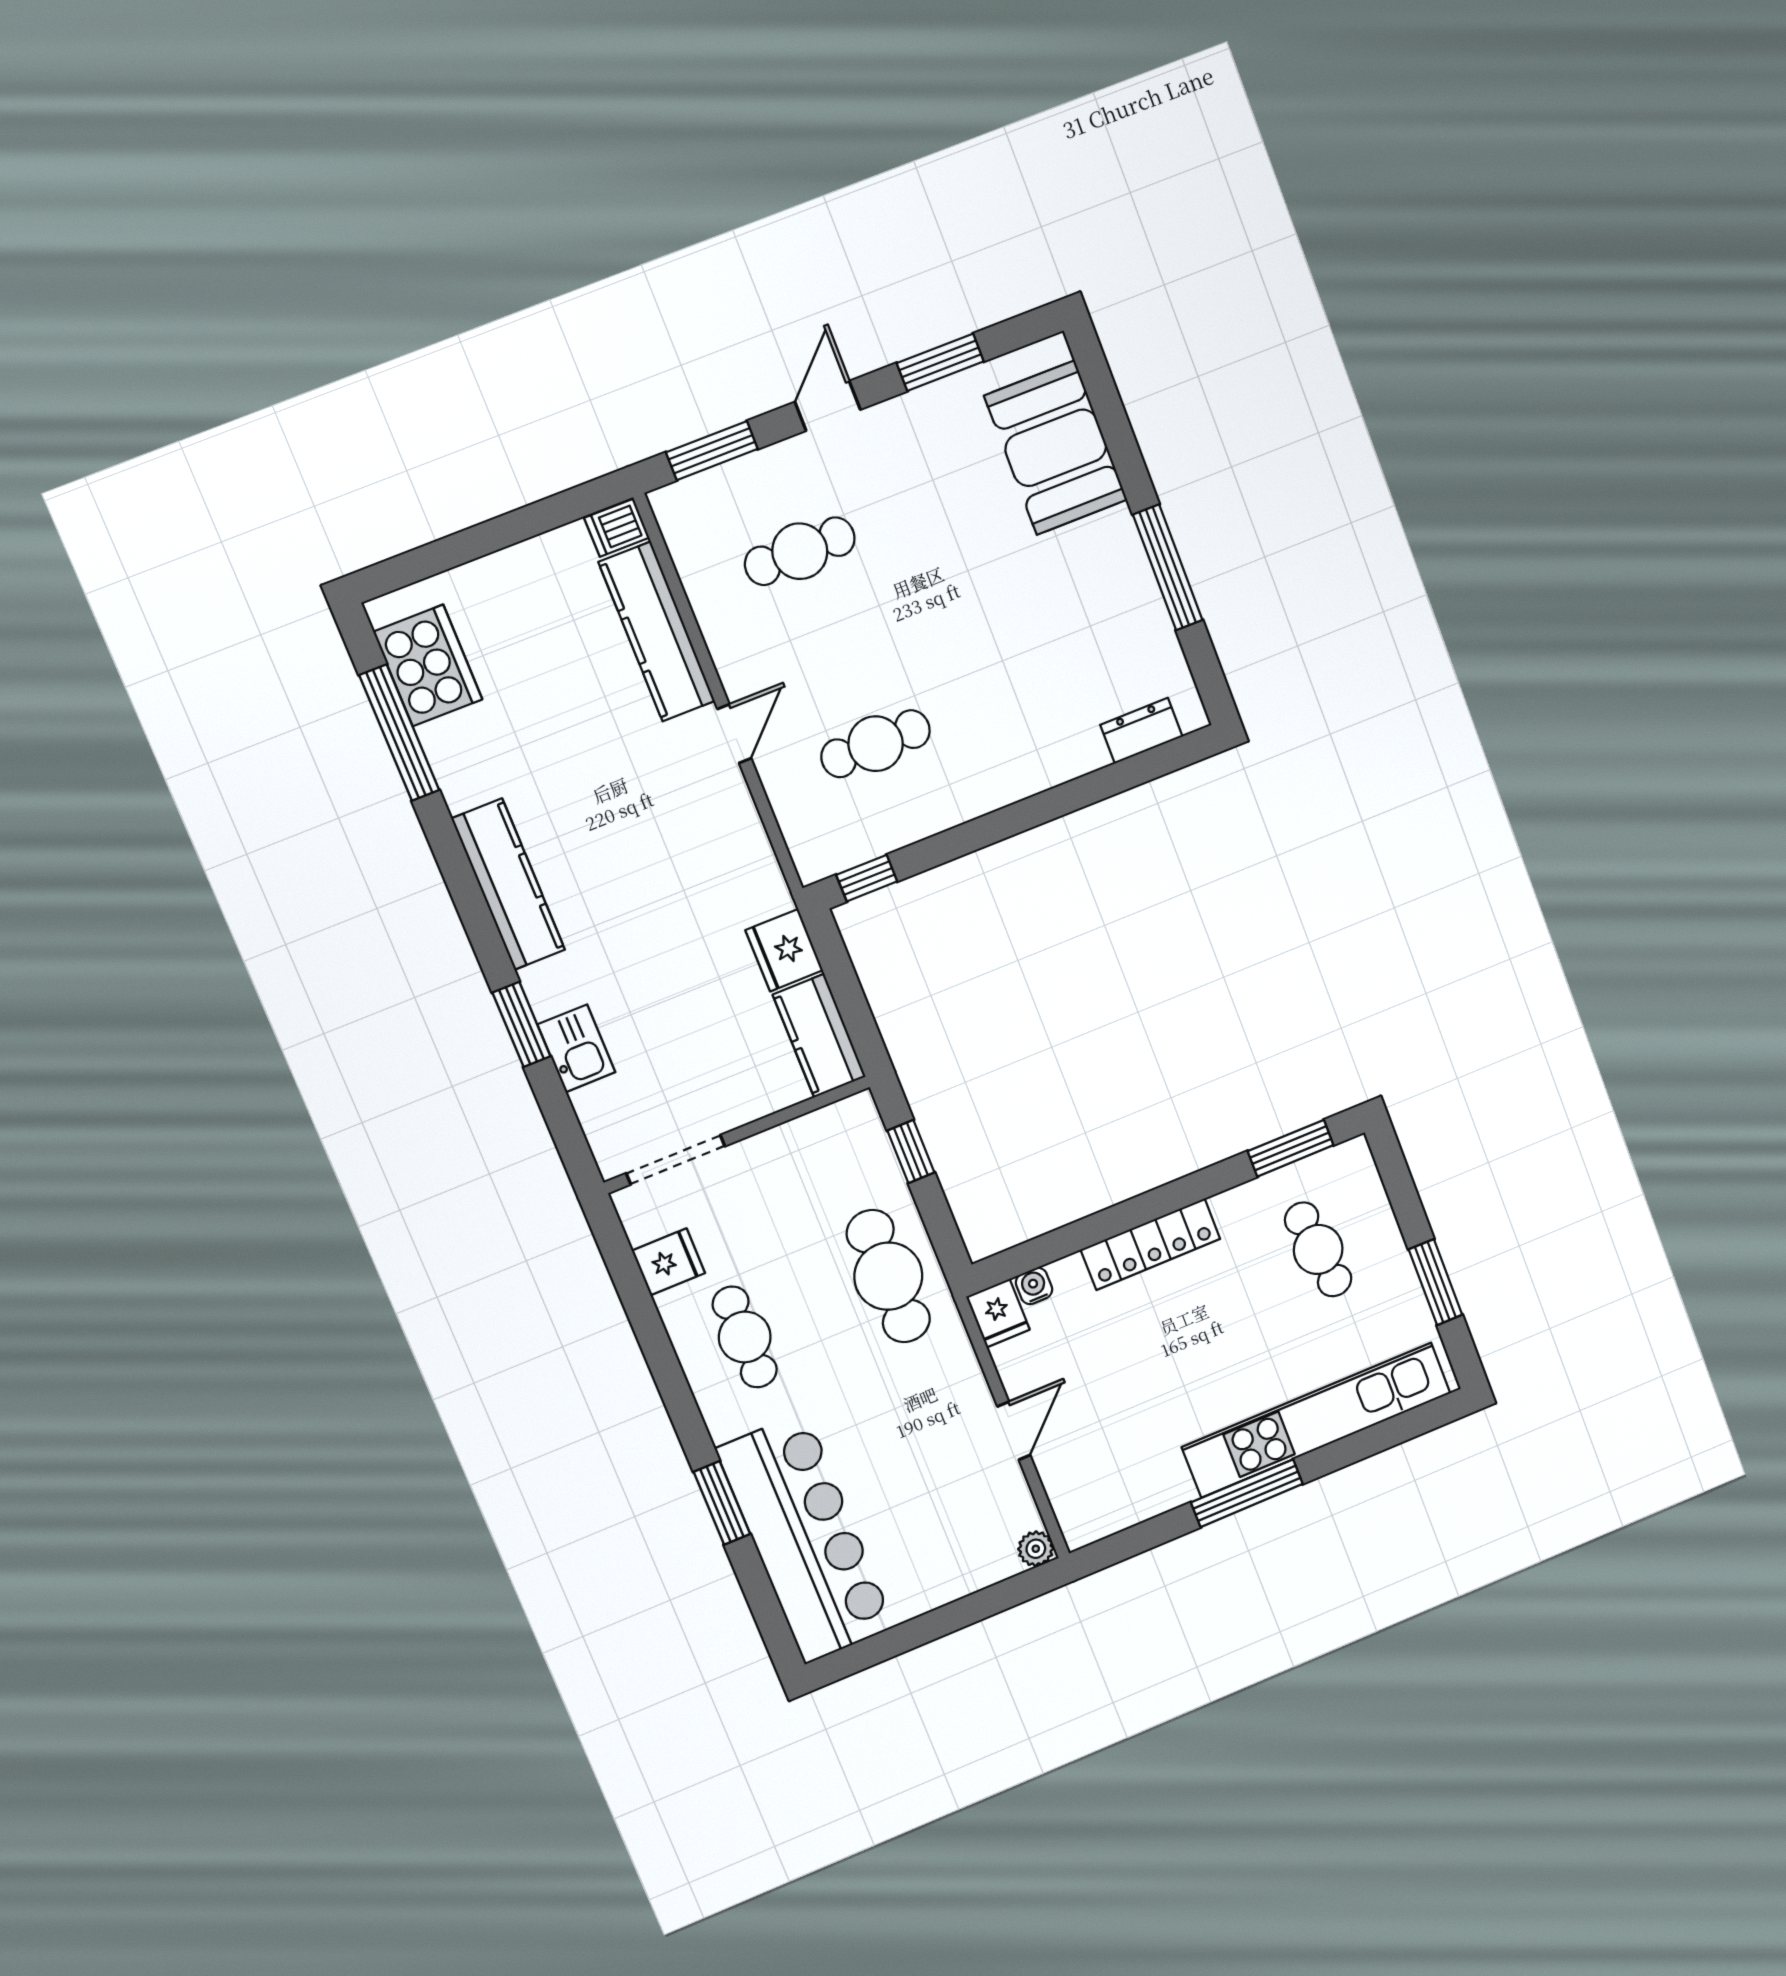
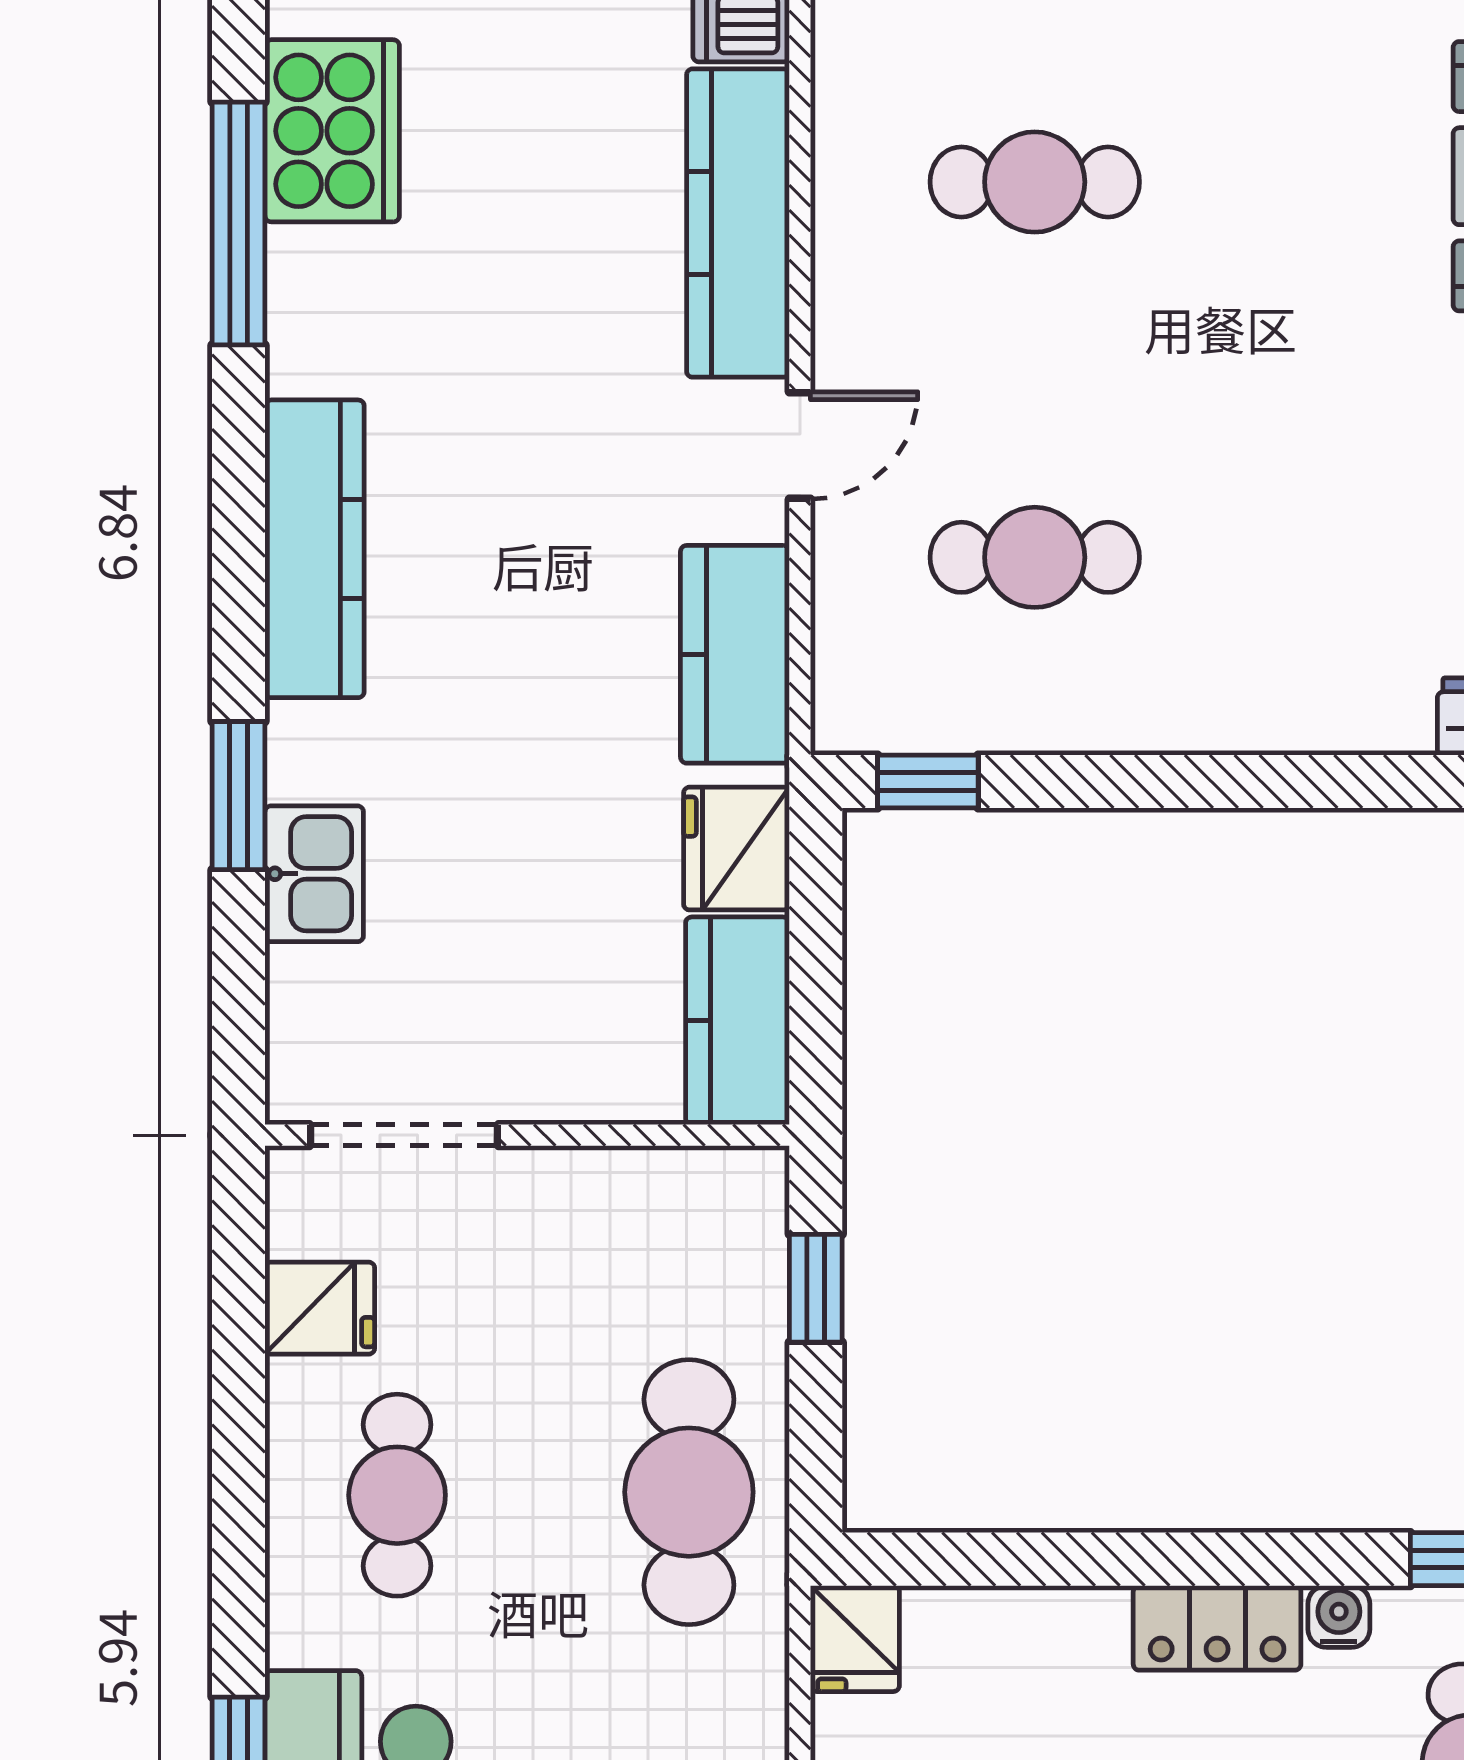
kitchen counter: (744, 853) -> (735, 654), added
locker: (1151, 1244) -> (1217, 1628), width x0.66
water cooler: (1034, 1286) -> (1339, 1616), moved

